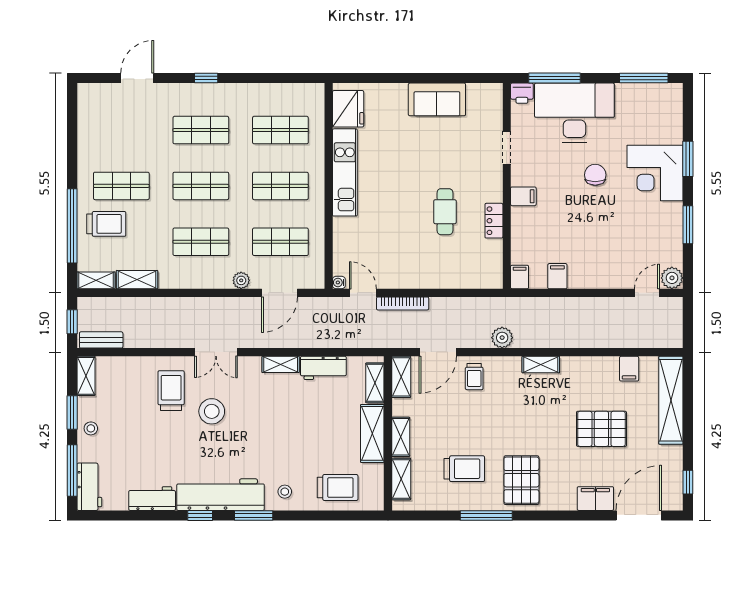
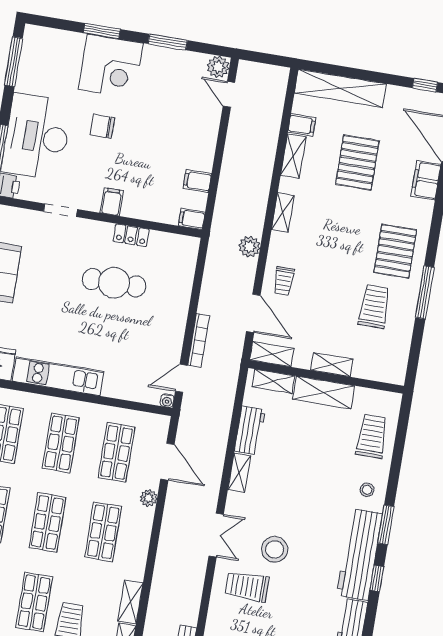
cafe table: (445, 212) -> (114, 283), width x1.37, depth x1.35
trolley: (474, 377) -> (284, 281), turned 90
shelving: (401, 479) -> (293, 156), moved, turned 90
pallet: (521, 480) -> (395, 251), turned 90

